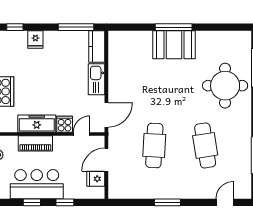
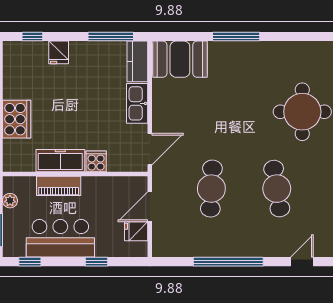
booth: (174, 45) -> (180, 59), moved
door: (82, 134) -> (118, 174), removed
window: (32, 202) -> (30, 262), moved
window: (168, 202) -> (228, 262), width x2.11

